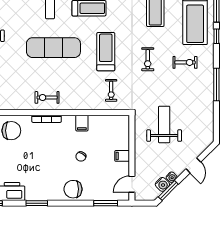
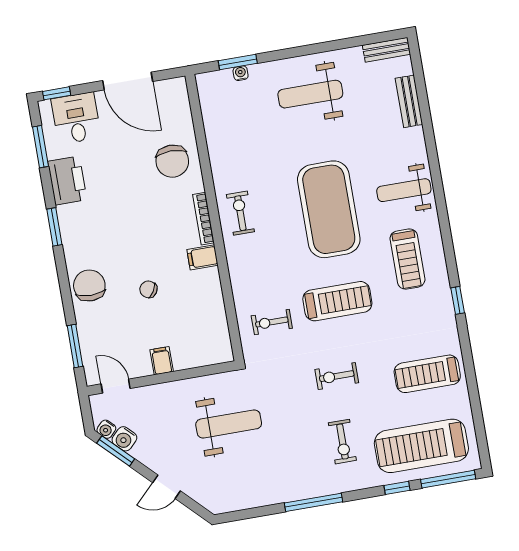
exercise mat: (53, 48) -> (329, 209), width x1.47
filing cabinet: (82, 123) -> (202, 257), moved
water cooler: (172, 177) -> (106, 429), moved

